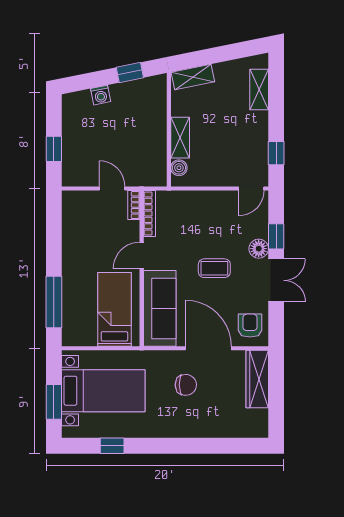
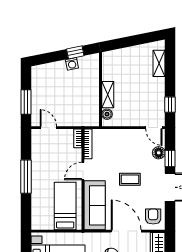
shelving: (193, 77) -> (116, 55), removed
washing machine: (101, 95) -> (72, 64), moved
window: (54, 149) -> (26, 102), width x1.50
door: (112, 188) -> (48, 128), moved
door: (251, 188) -> (154, 128), hinge flipped
floor lamp: (259, 249) -> (159, 153), moved
window: (54, 302) -> (26, 177), moved

